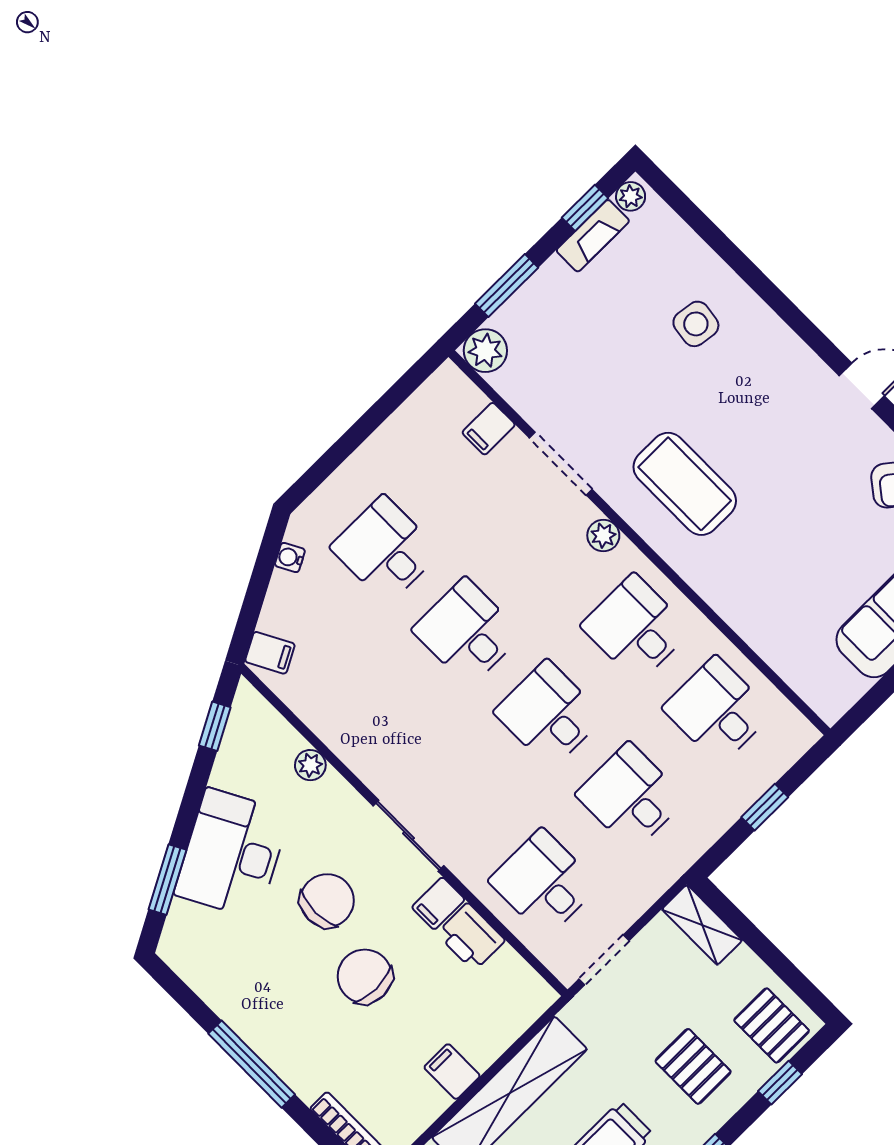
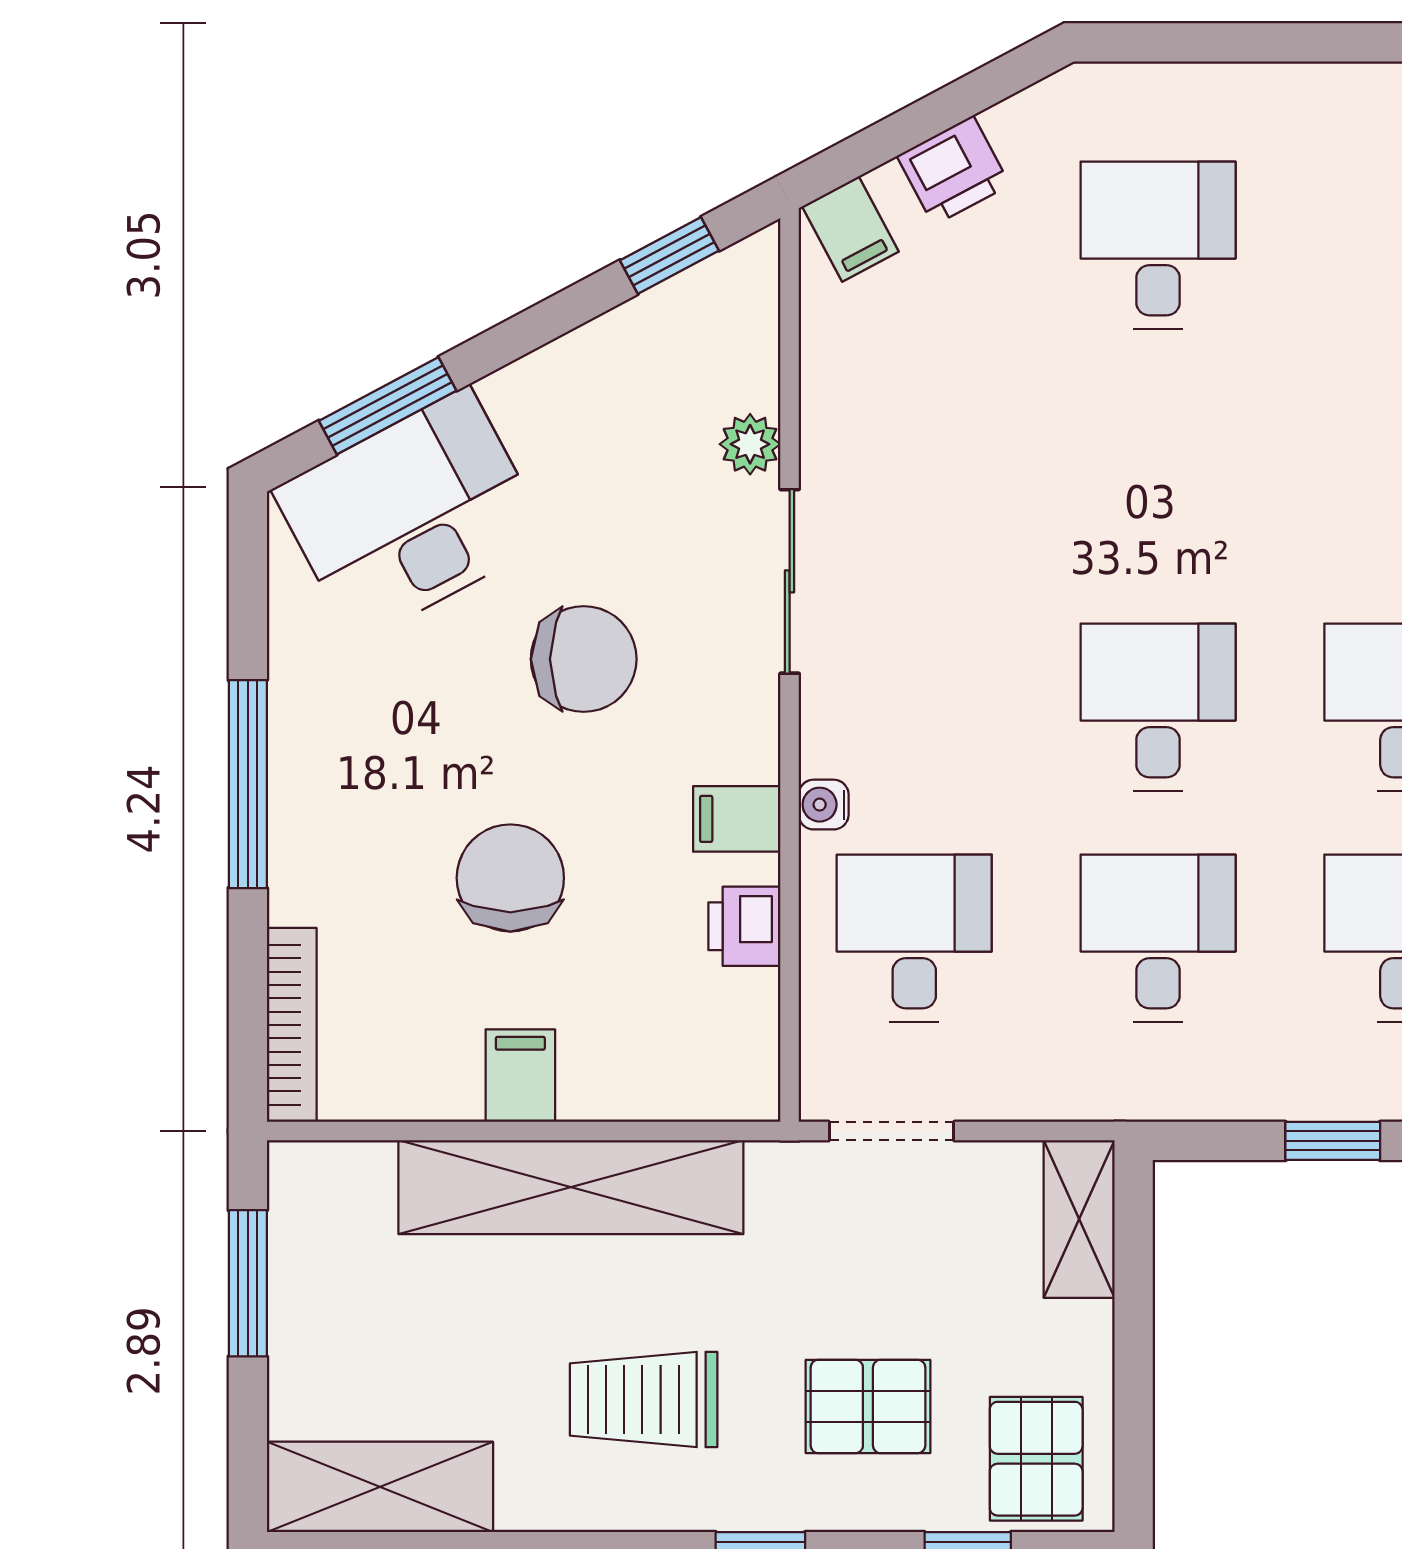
water cooler: (290, 558) -> (824, 805), moved, turned -62
printer: (286, 595) -> (953, 170), added
desk: (467, 632) -> (1158, 476), removed
sliding door: (408, 836) -> (790, 581), moved
desk: (232, 854) -> (412, 515), moved
printer: (471, 937) -> (744, 926), width x0.73, depth x0.81
chair: (365, 976) -> (510, 878), moved
pallet: (693, 1066) -> (868, 1406), turned 90

